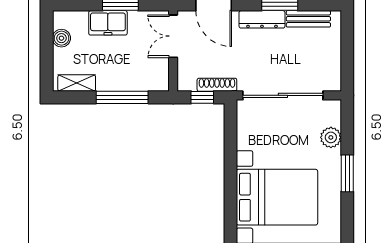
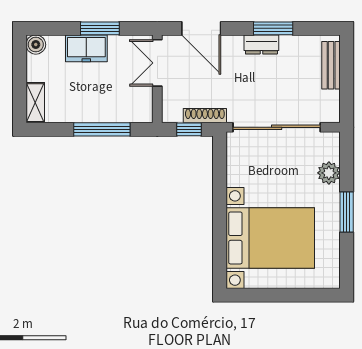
dresser: (262, 19) -> (261, 44), width x0.70
bench: (308, 19) -> (331, 65), moved, turned 90
boiler: (61, 38) -> (36, 45), moved
shelving: (77, 83) -> (35, 103), moved, turned 90

